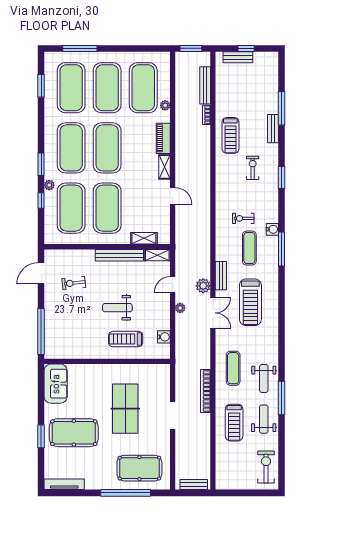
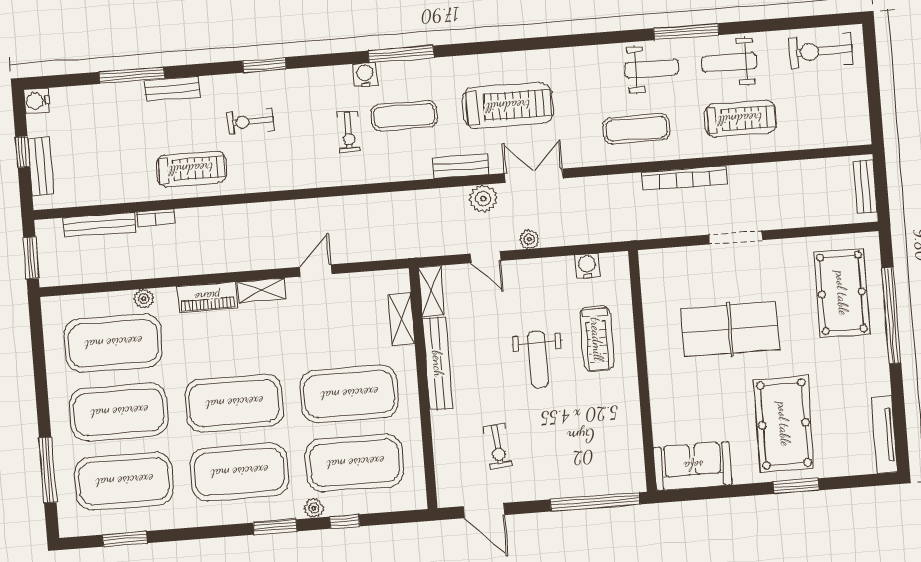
water cooler: (272, 58) -> (37, 101), added

